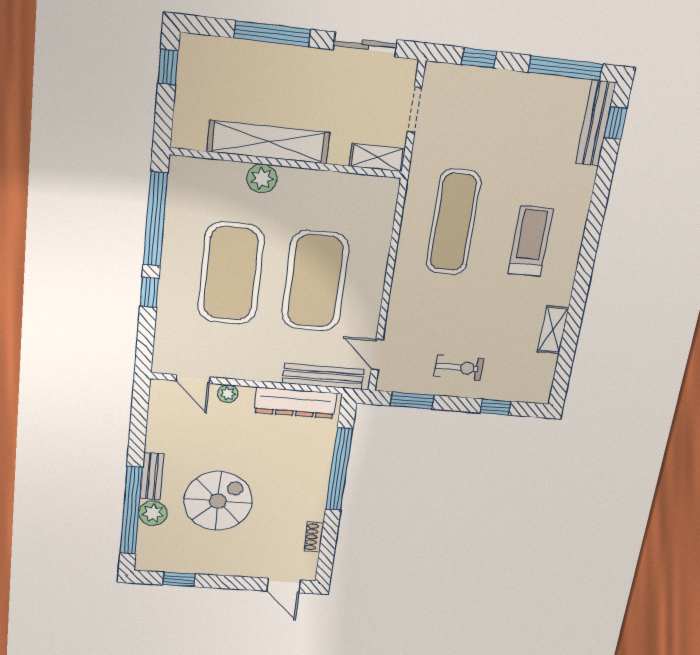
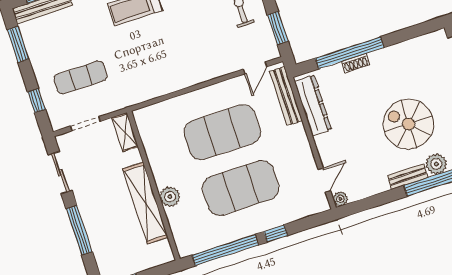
window: (566, 68) -> (18, 44), width x0.69
exercise mat: (453, 222) -> (80, 77), moved, width x0.73, depth x0.69
plant: (228, 394) -> (340, 199), moved
shoe rack: (314, 537) -> (356, 63), moved

